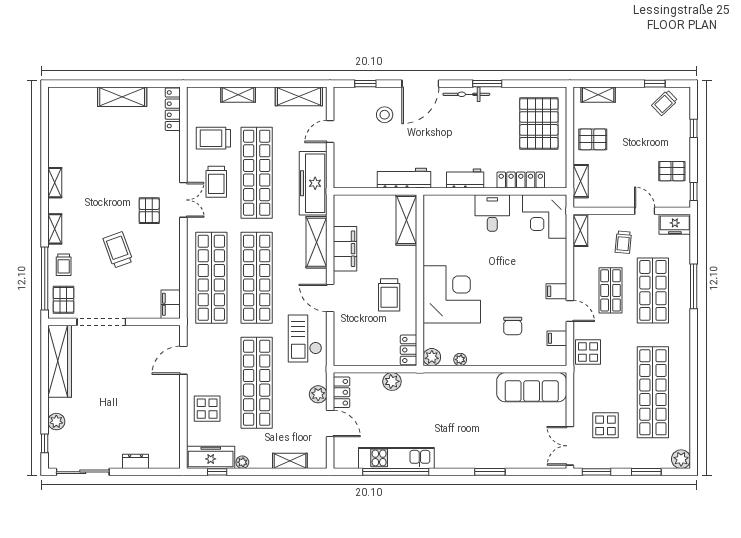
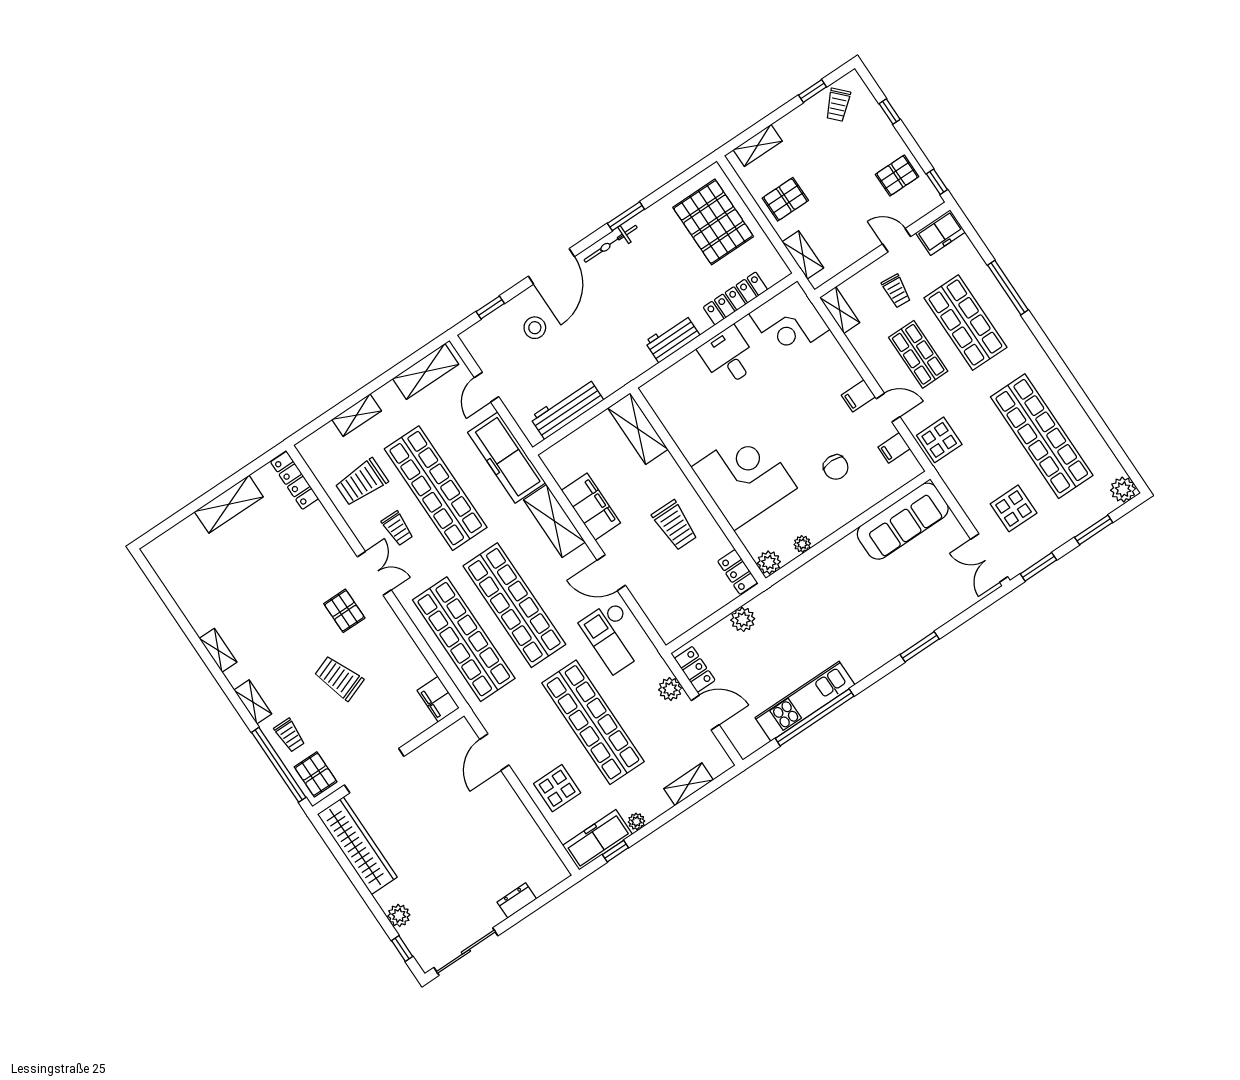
workbench: (404, 178) -> (567, 409), moved
trolley: (216, 182) -> (397, 528), width x0.73, depth x0.72

